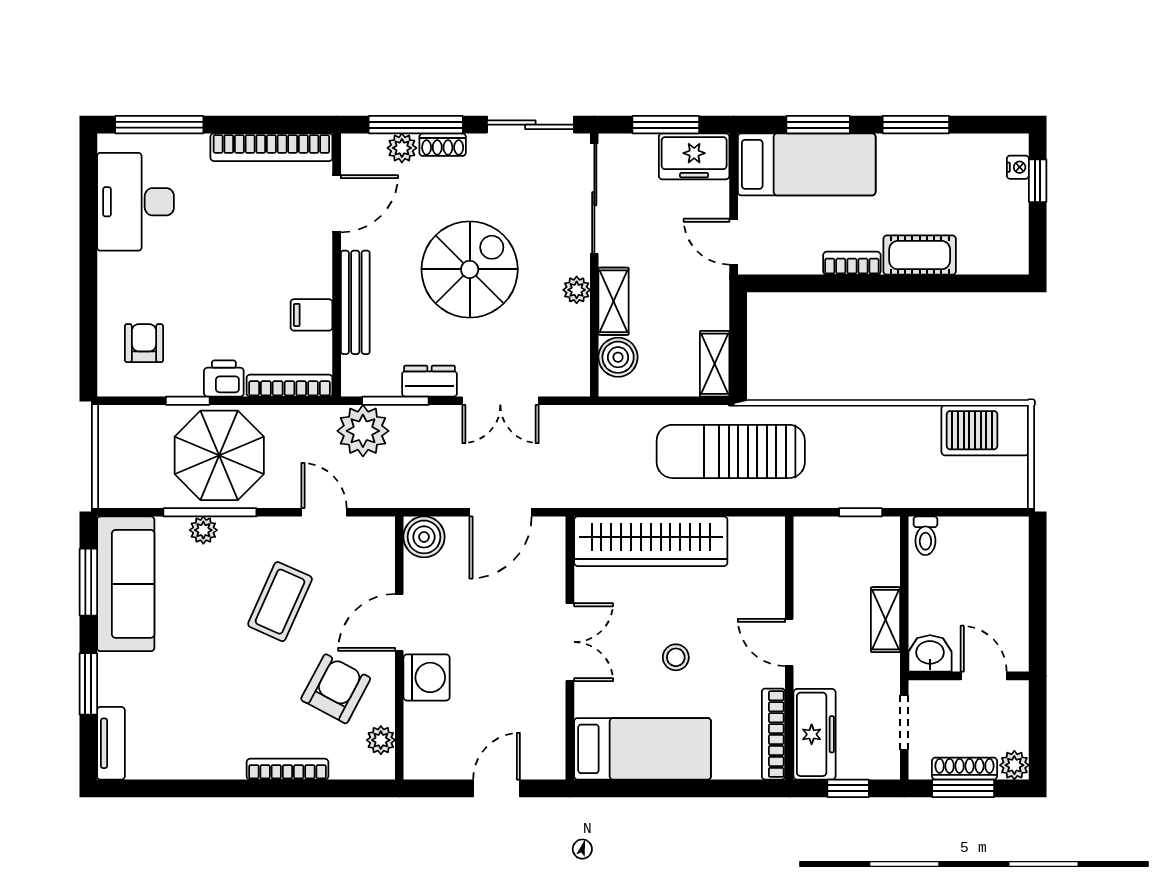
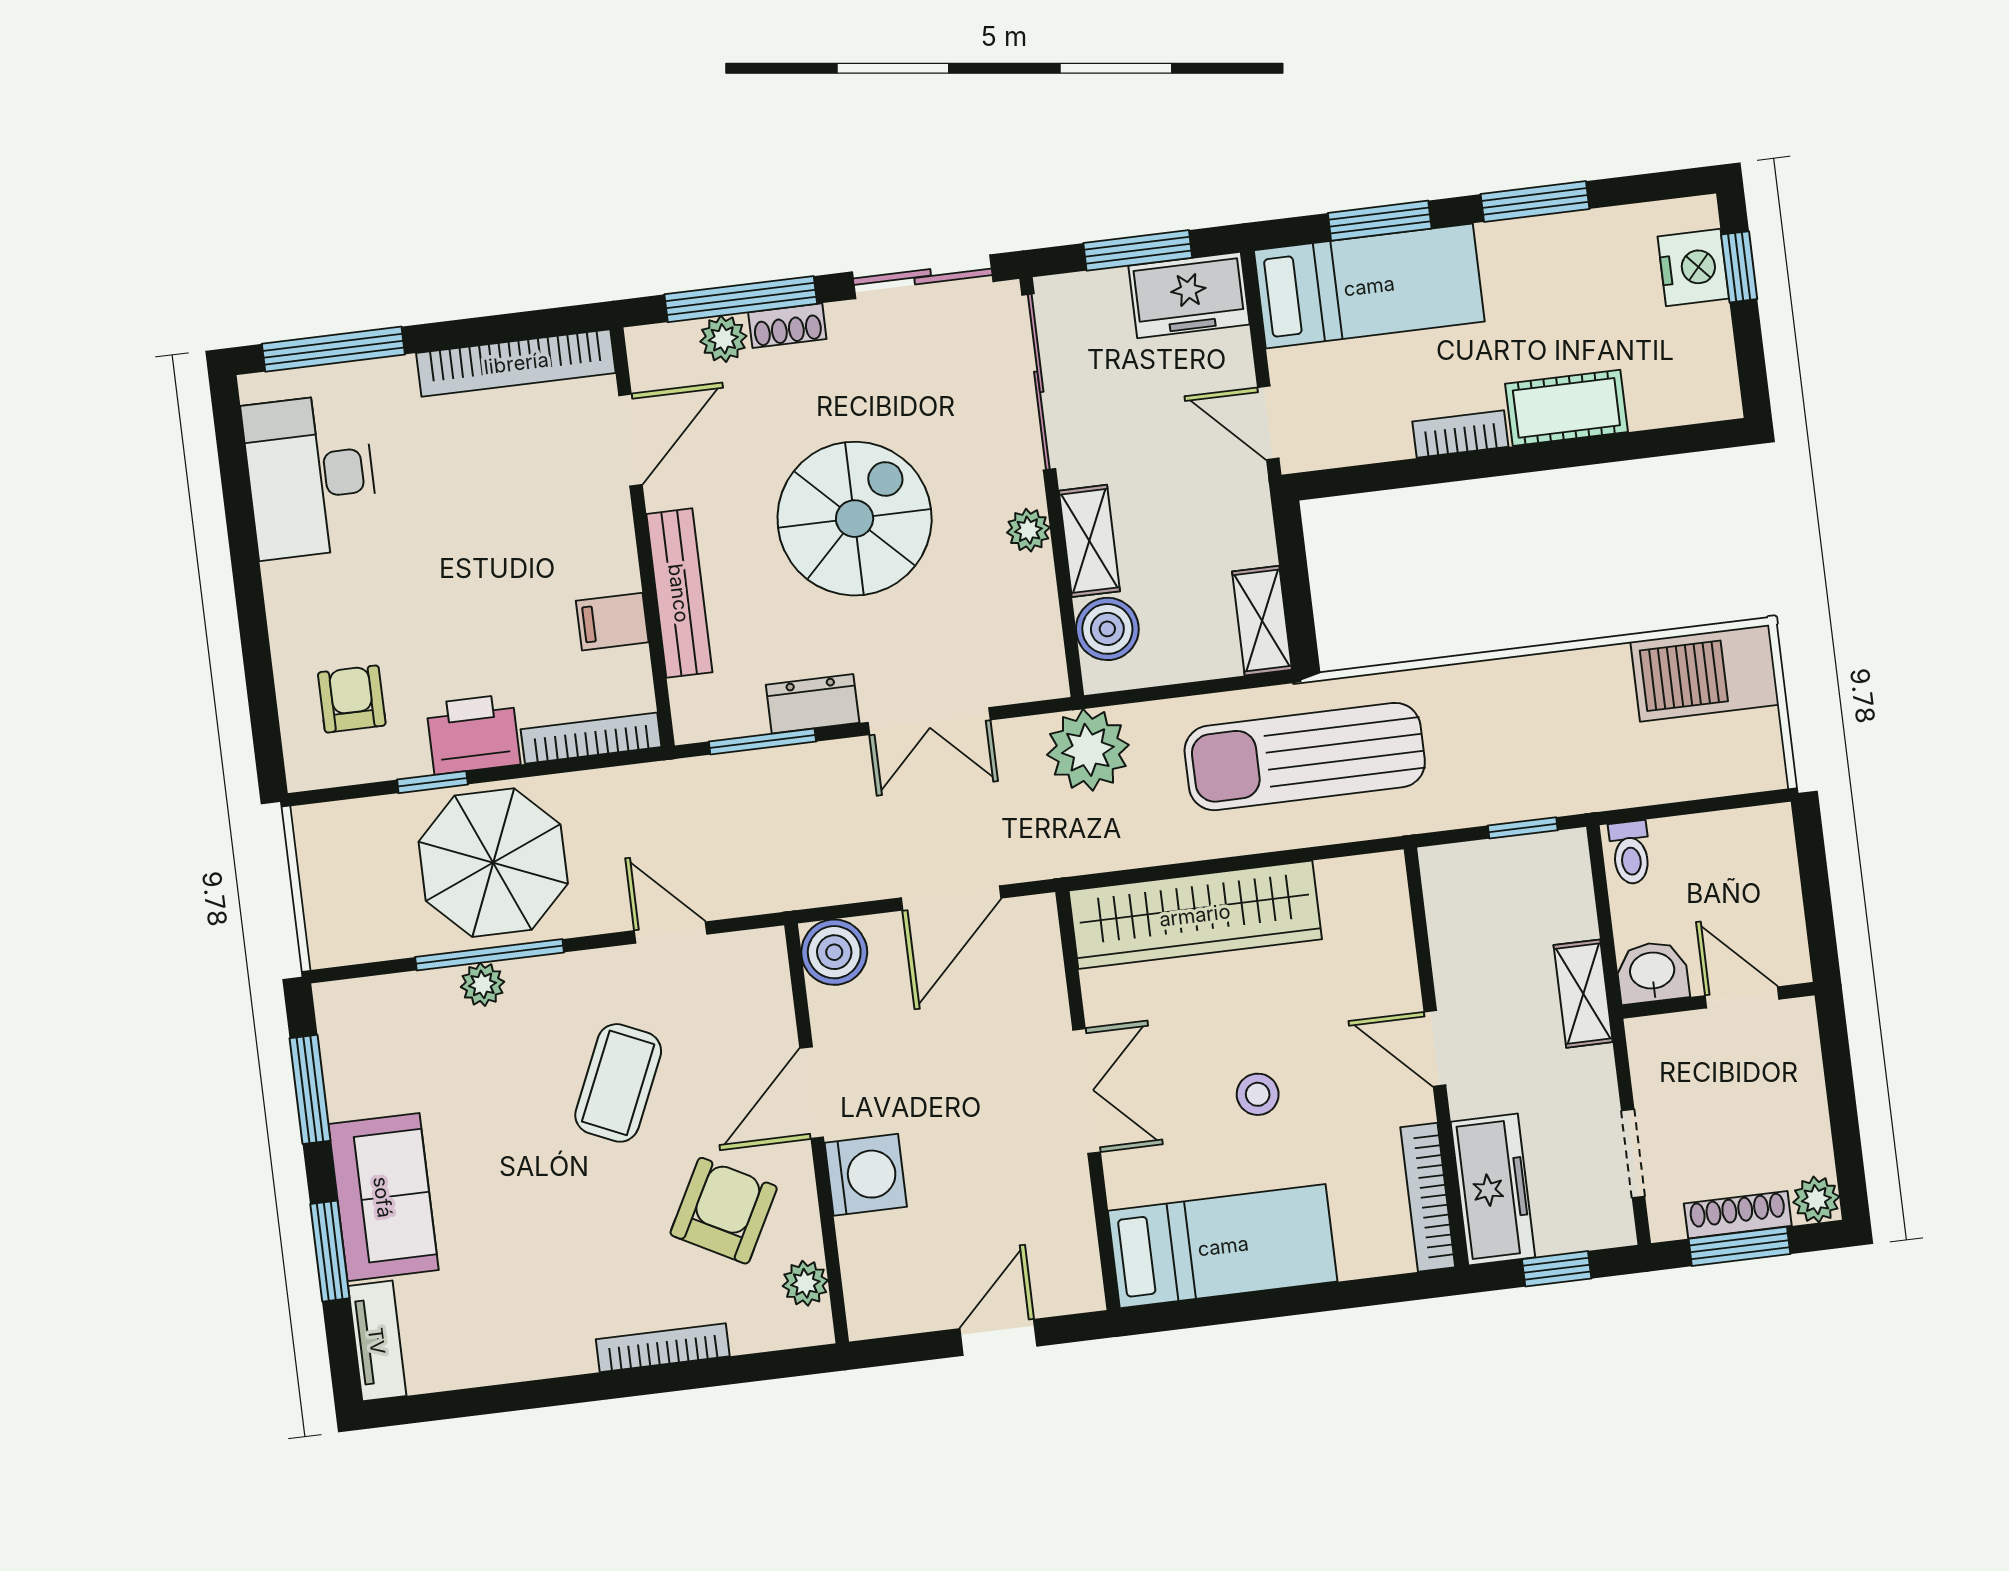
nightstand: (1018, 167) -> (1693, 267), width x1.89, depth x1.79
printer: (224, 379) -> (473, 734), width x1.36, depth x1.24
plant: (363, 431) -> (1088, 750), moved
sofa: (126, 584) -> (383, 1197), moved, width x0.73
washbasin: (930, 653) -> (1652, 972), moved
wall: (969, 676) -> (1718, 1000), moved
door: (984, 676) -> (1742, 997), moved

